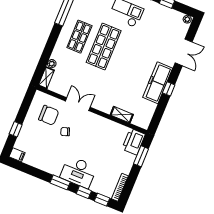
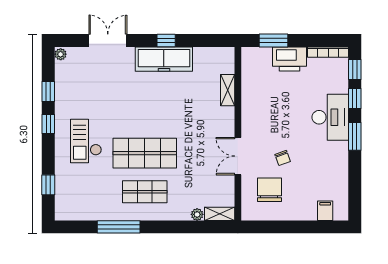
window: (16, 129) -> (307, 227), removed
printer: (134, 142) -> (289, 59), moved
filing cabinet: (17, 155) -> (325, 211), moved

